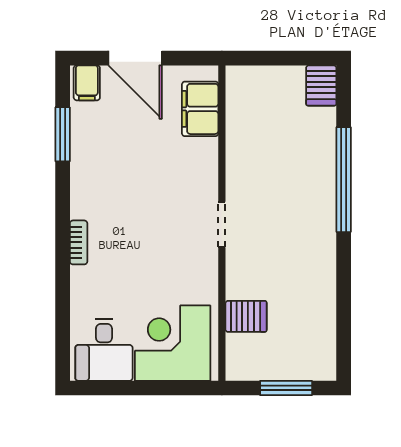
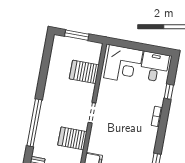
server rack: (254, 161) -> (72, 138), added
window: (63, 302) -> (169, 92), added
server rack: (246, 316) -> (84, 72), width x1.36, depth x1.44

